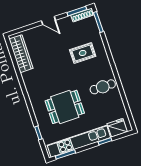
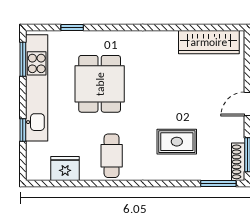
rug: (83, 53) -> (177, 142), turned 90
fridge: (117, 128) -> (65, 169), moved, turned -90

